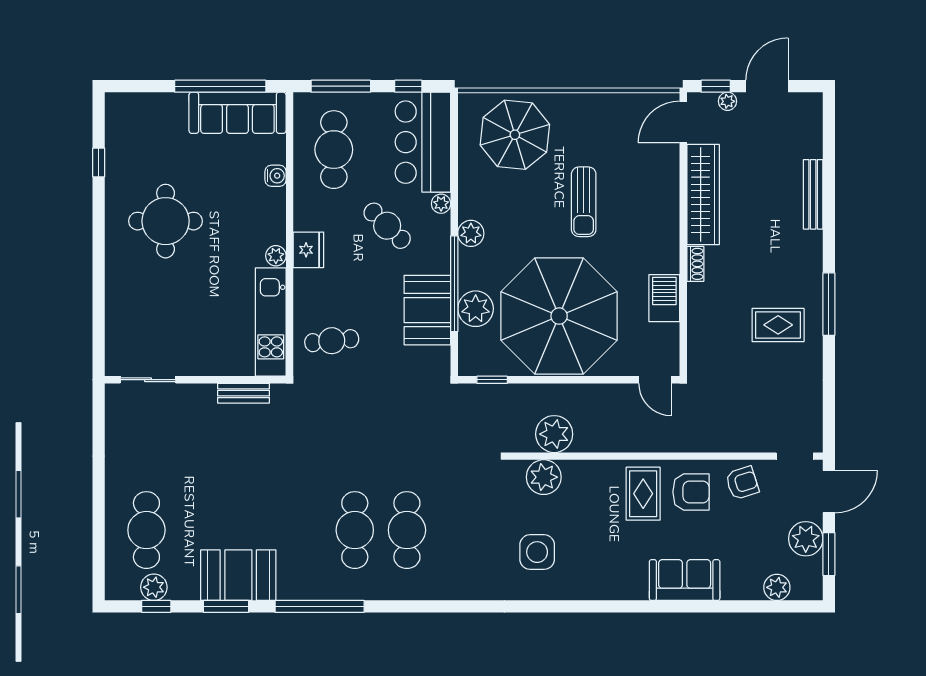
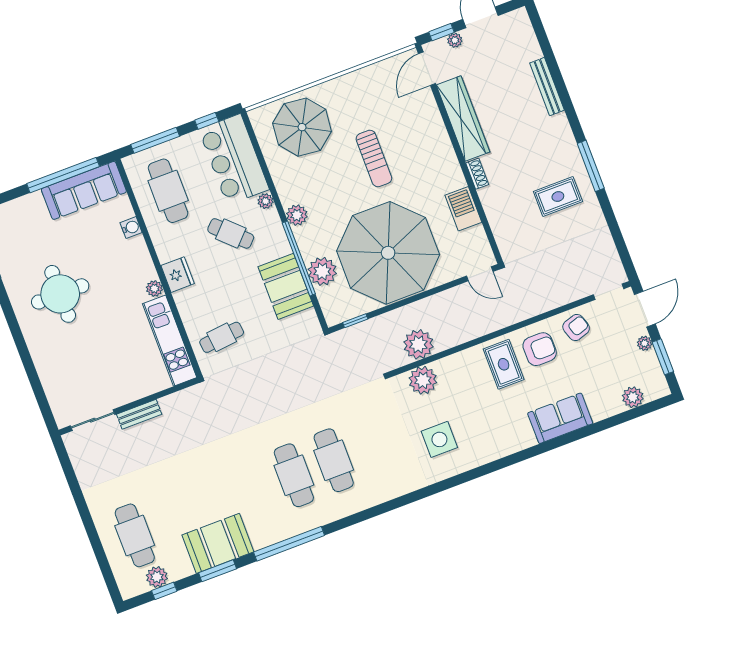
bench: (244, 393) -> (139, 414), moved
plant: (806, 539) -> (645, 343), width x0.53, depth x0.53

